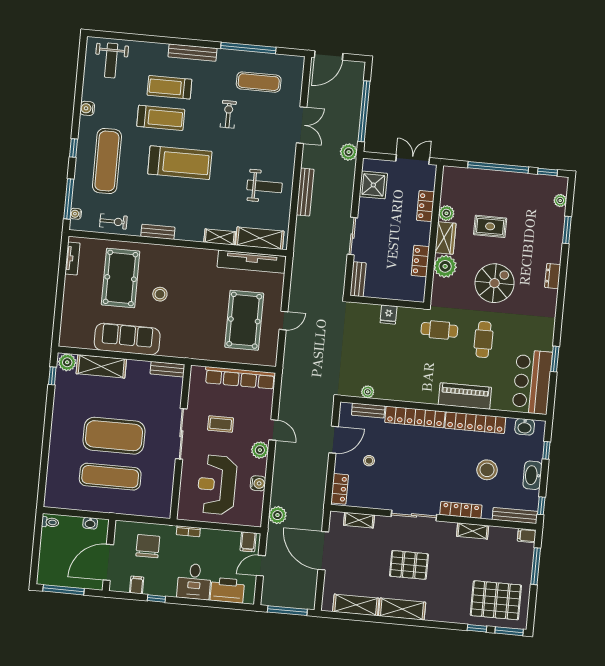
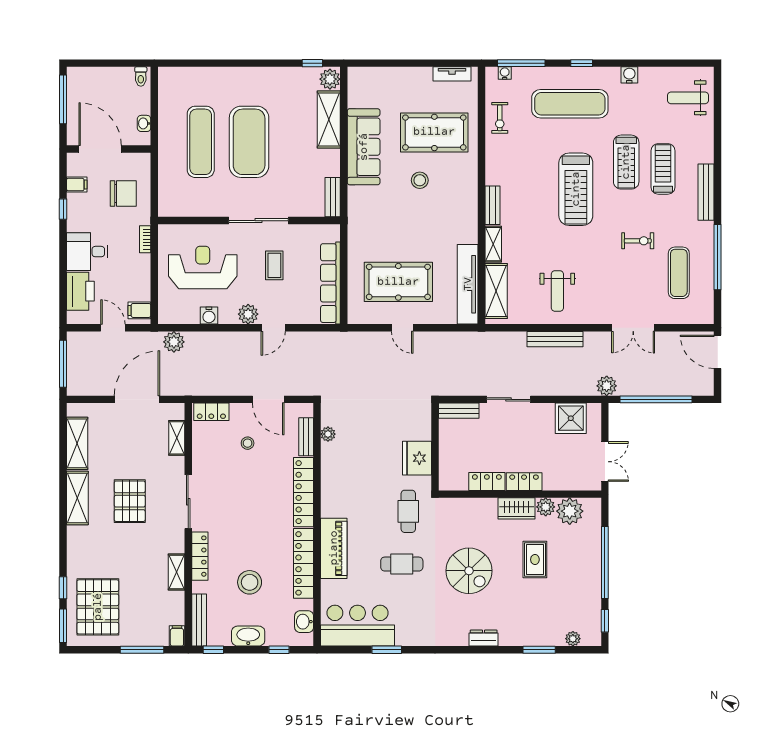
locker: (425, 206) -> (524, 482), moved
bench: (158, 232) -> (493, 205), moved
plant: (445, 266) -> (570, 511), moved
fridge: (389, 315) -> (417, 458), width x1.88, depth x1.34

